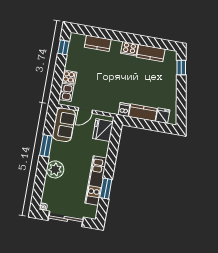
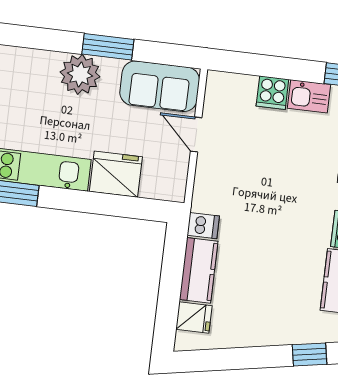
kitchen sink: (66, 92) -> (309, 96), moved
fridge: (103, 130) -> (116, 174), moved
plant: (55, 169) -> (80, 74), moved

